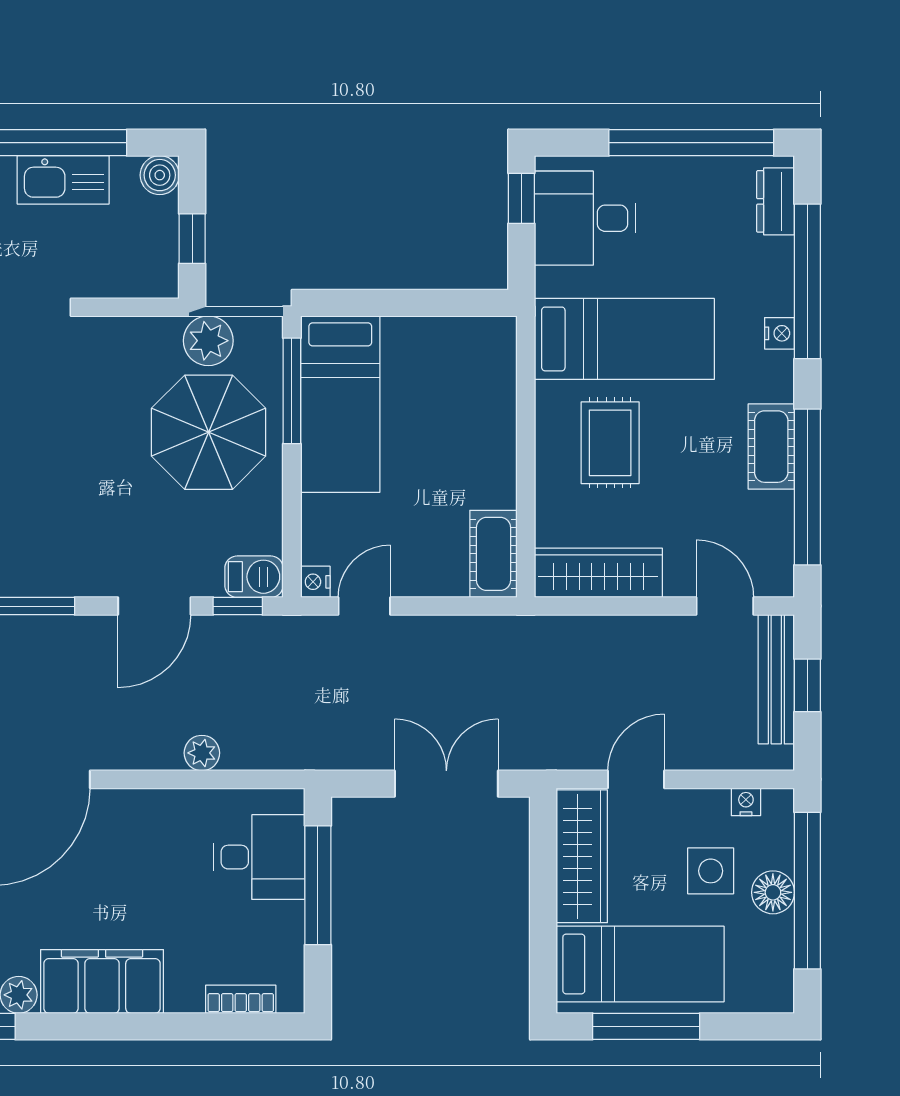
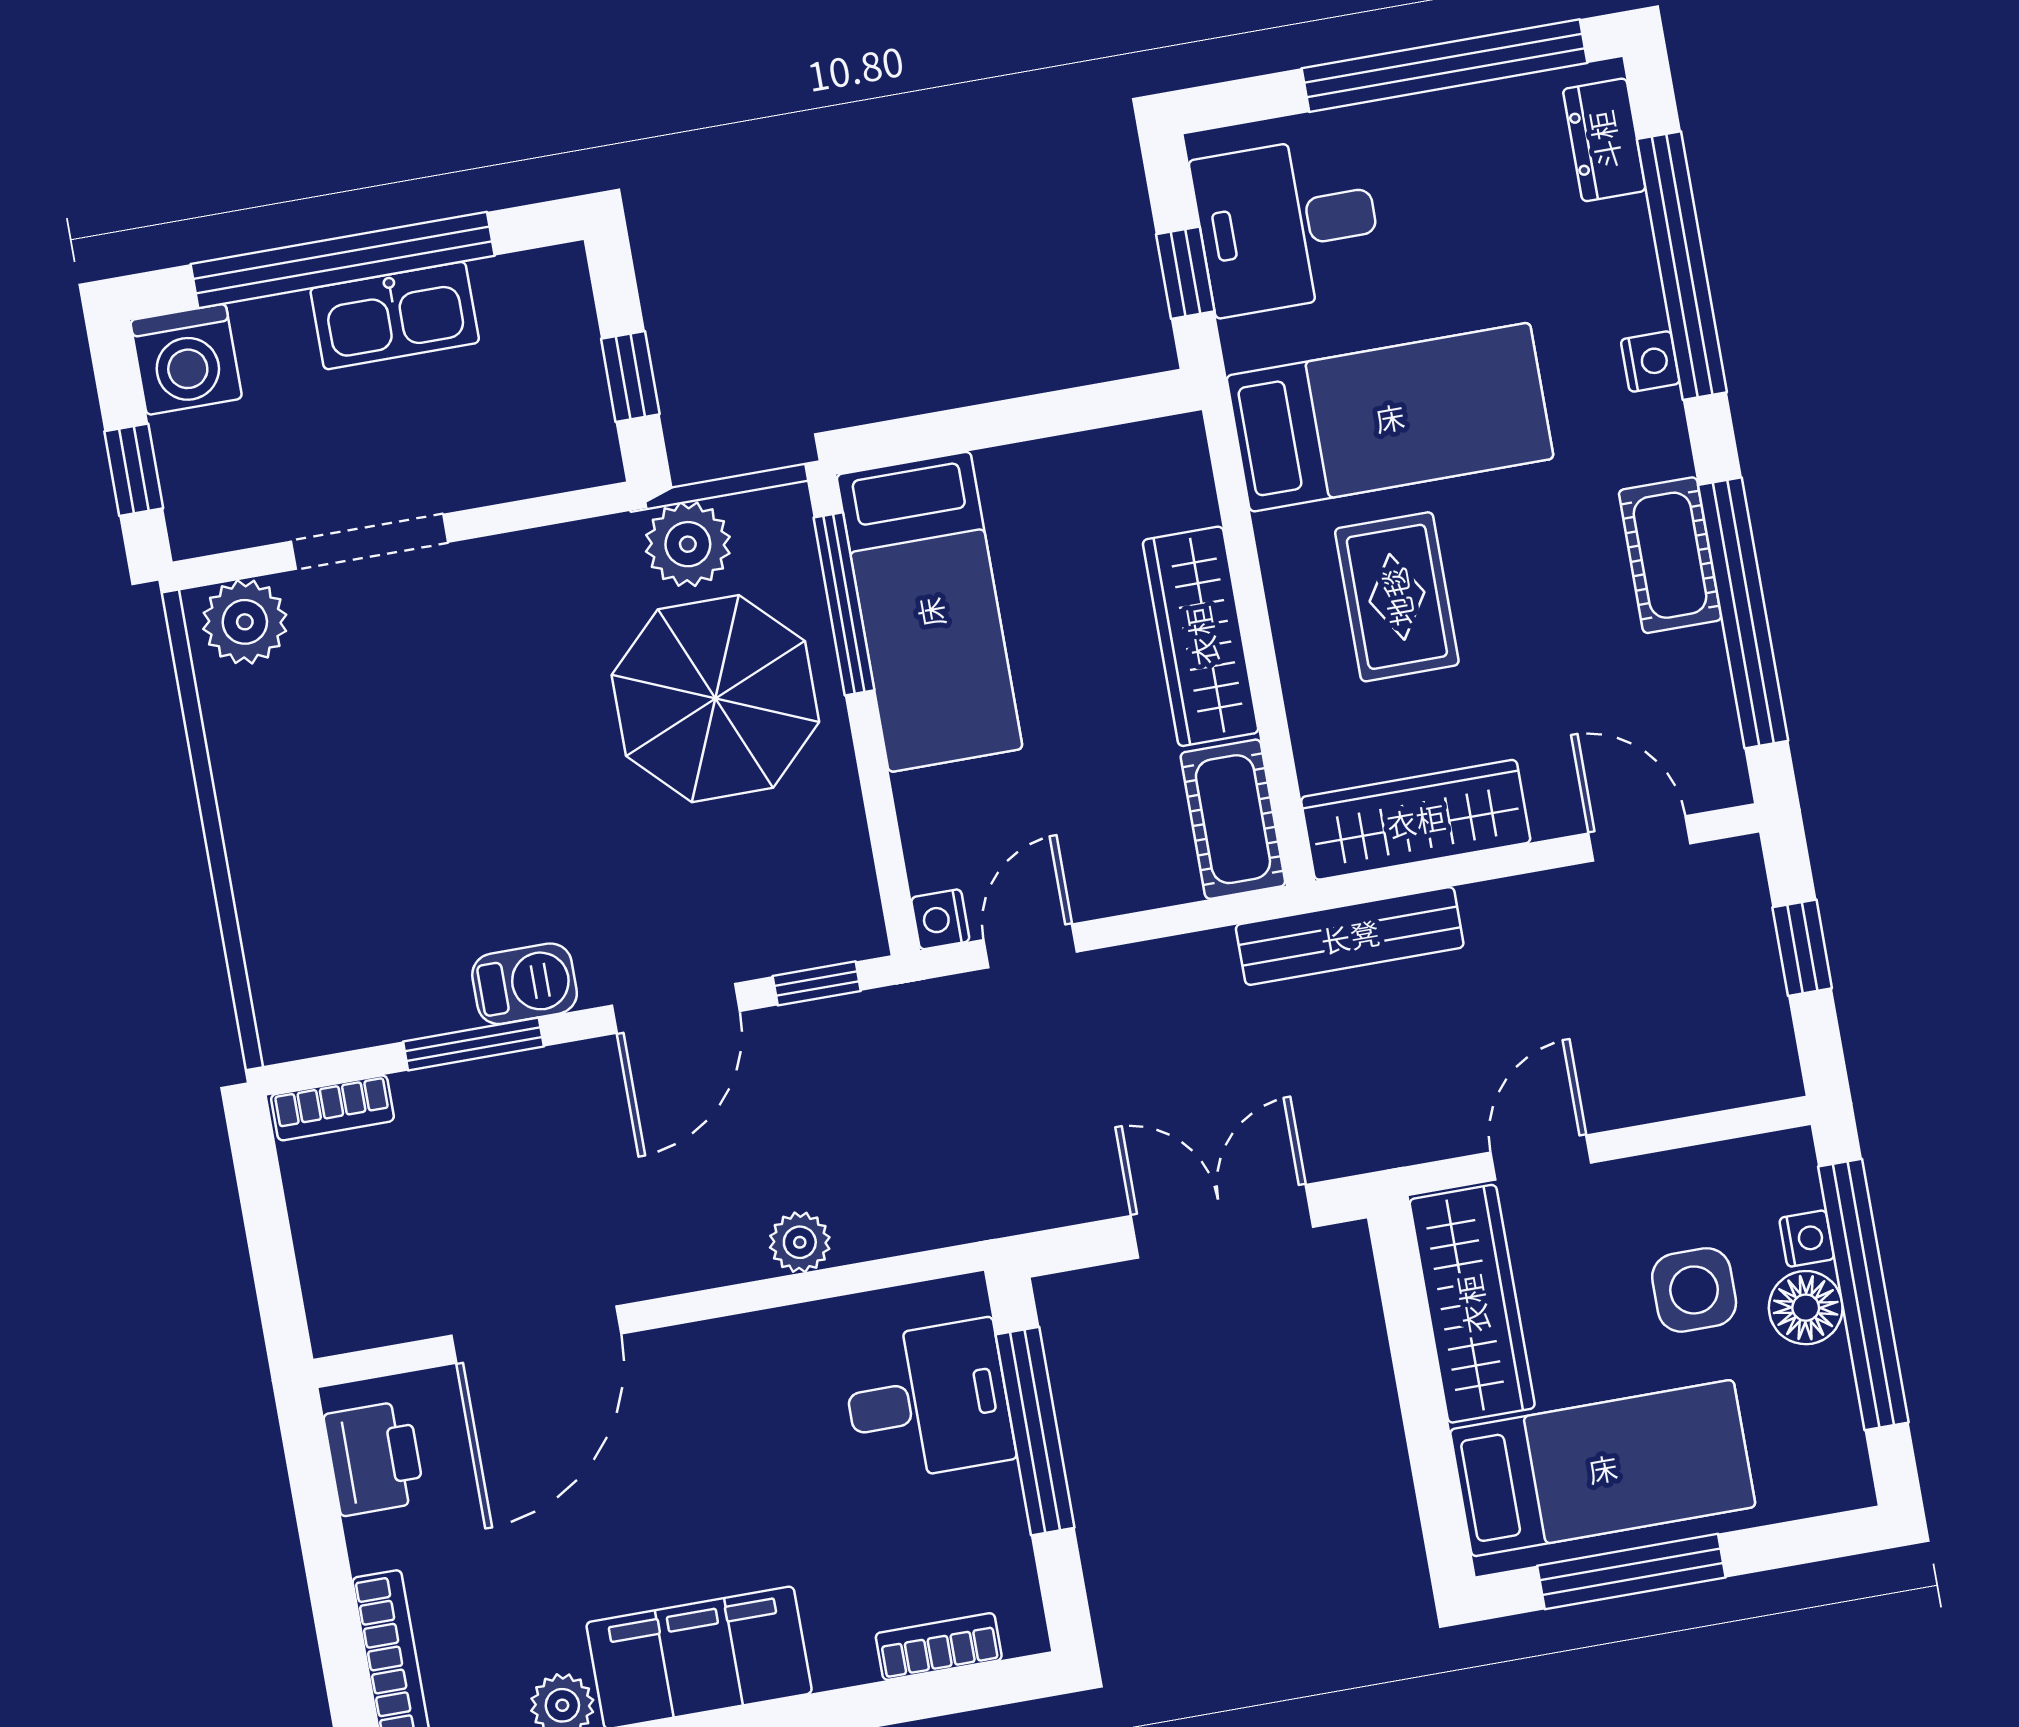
boiler: (160, 175) -> (556, 279), removed
window: (521, 198) -> (1185, 273), moved
wardrobe: (493, 446) -> (1201, 636), added
barbecue: (254, 577) -> (525, 984), moved
bench: (776, 679) -> (1350, 936), moved, turned 90
nightstand: (746, 802) -> (1807, 1239), moved, turned 90

